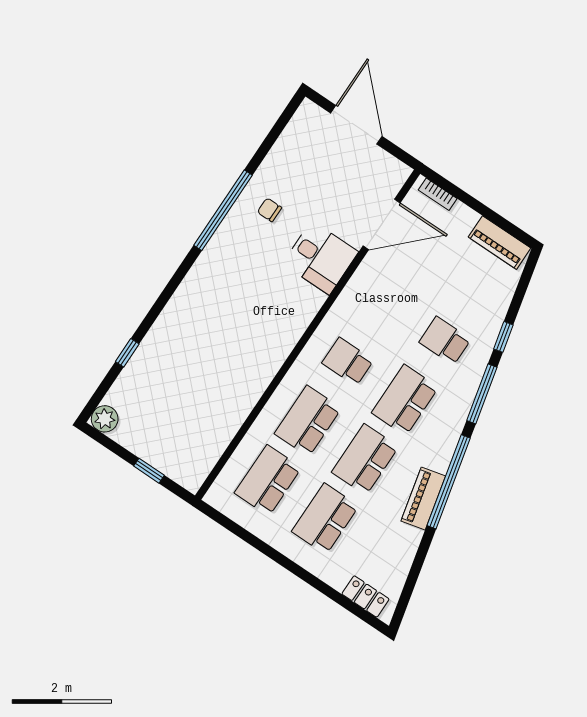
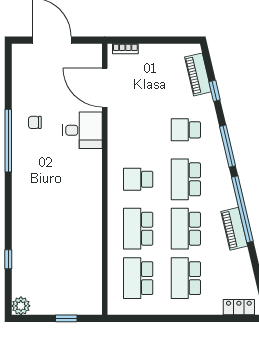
door: (382, 224) -> (105, 88), swing flipped
piano: (499, 243) -> (198, 74), moved, turned 77
window: (503, 337) -> (215, 91), moved

